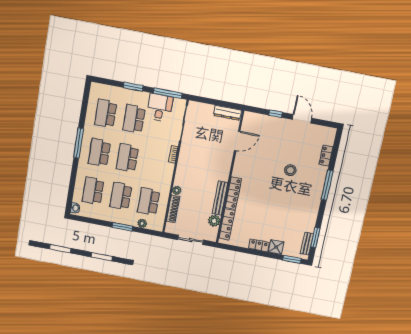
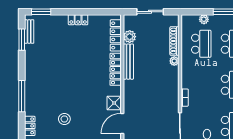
stool: (290, 170) -> (64, 119), moved
shower: (276, 247) -> (114, 103), moved

